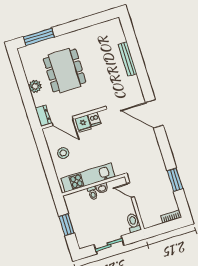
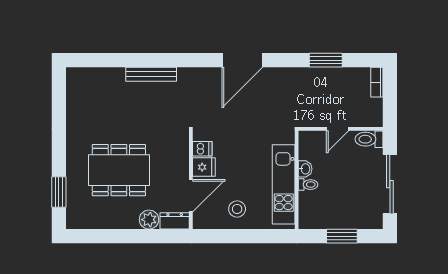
window: (39, 37) -> (59, 192), width x0.69
bench: (127, 59) -> (151, 74), moved
plant: (35, 86) -> (149, 220), moved
door: (154, 114) -> (242, 60), moved
door: (130, 190) -> (338, 129), moved
sliding door: (109, 245) -> (390, 184), width x1.37

